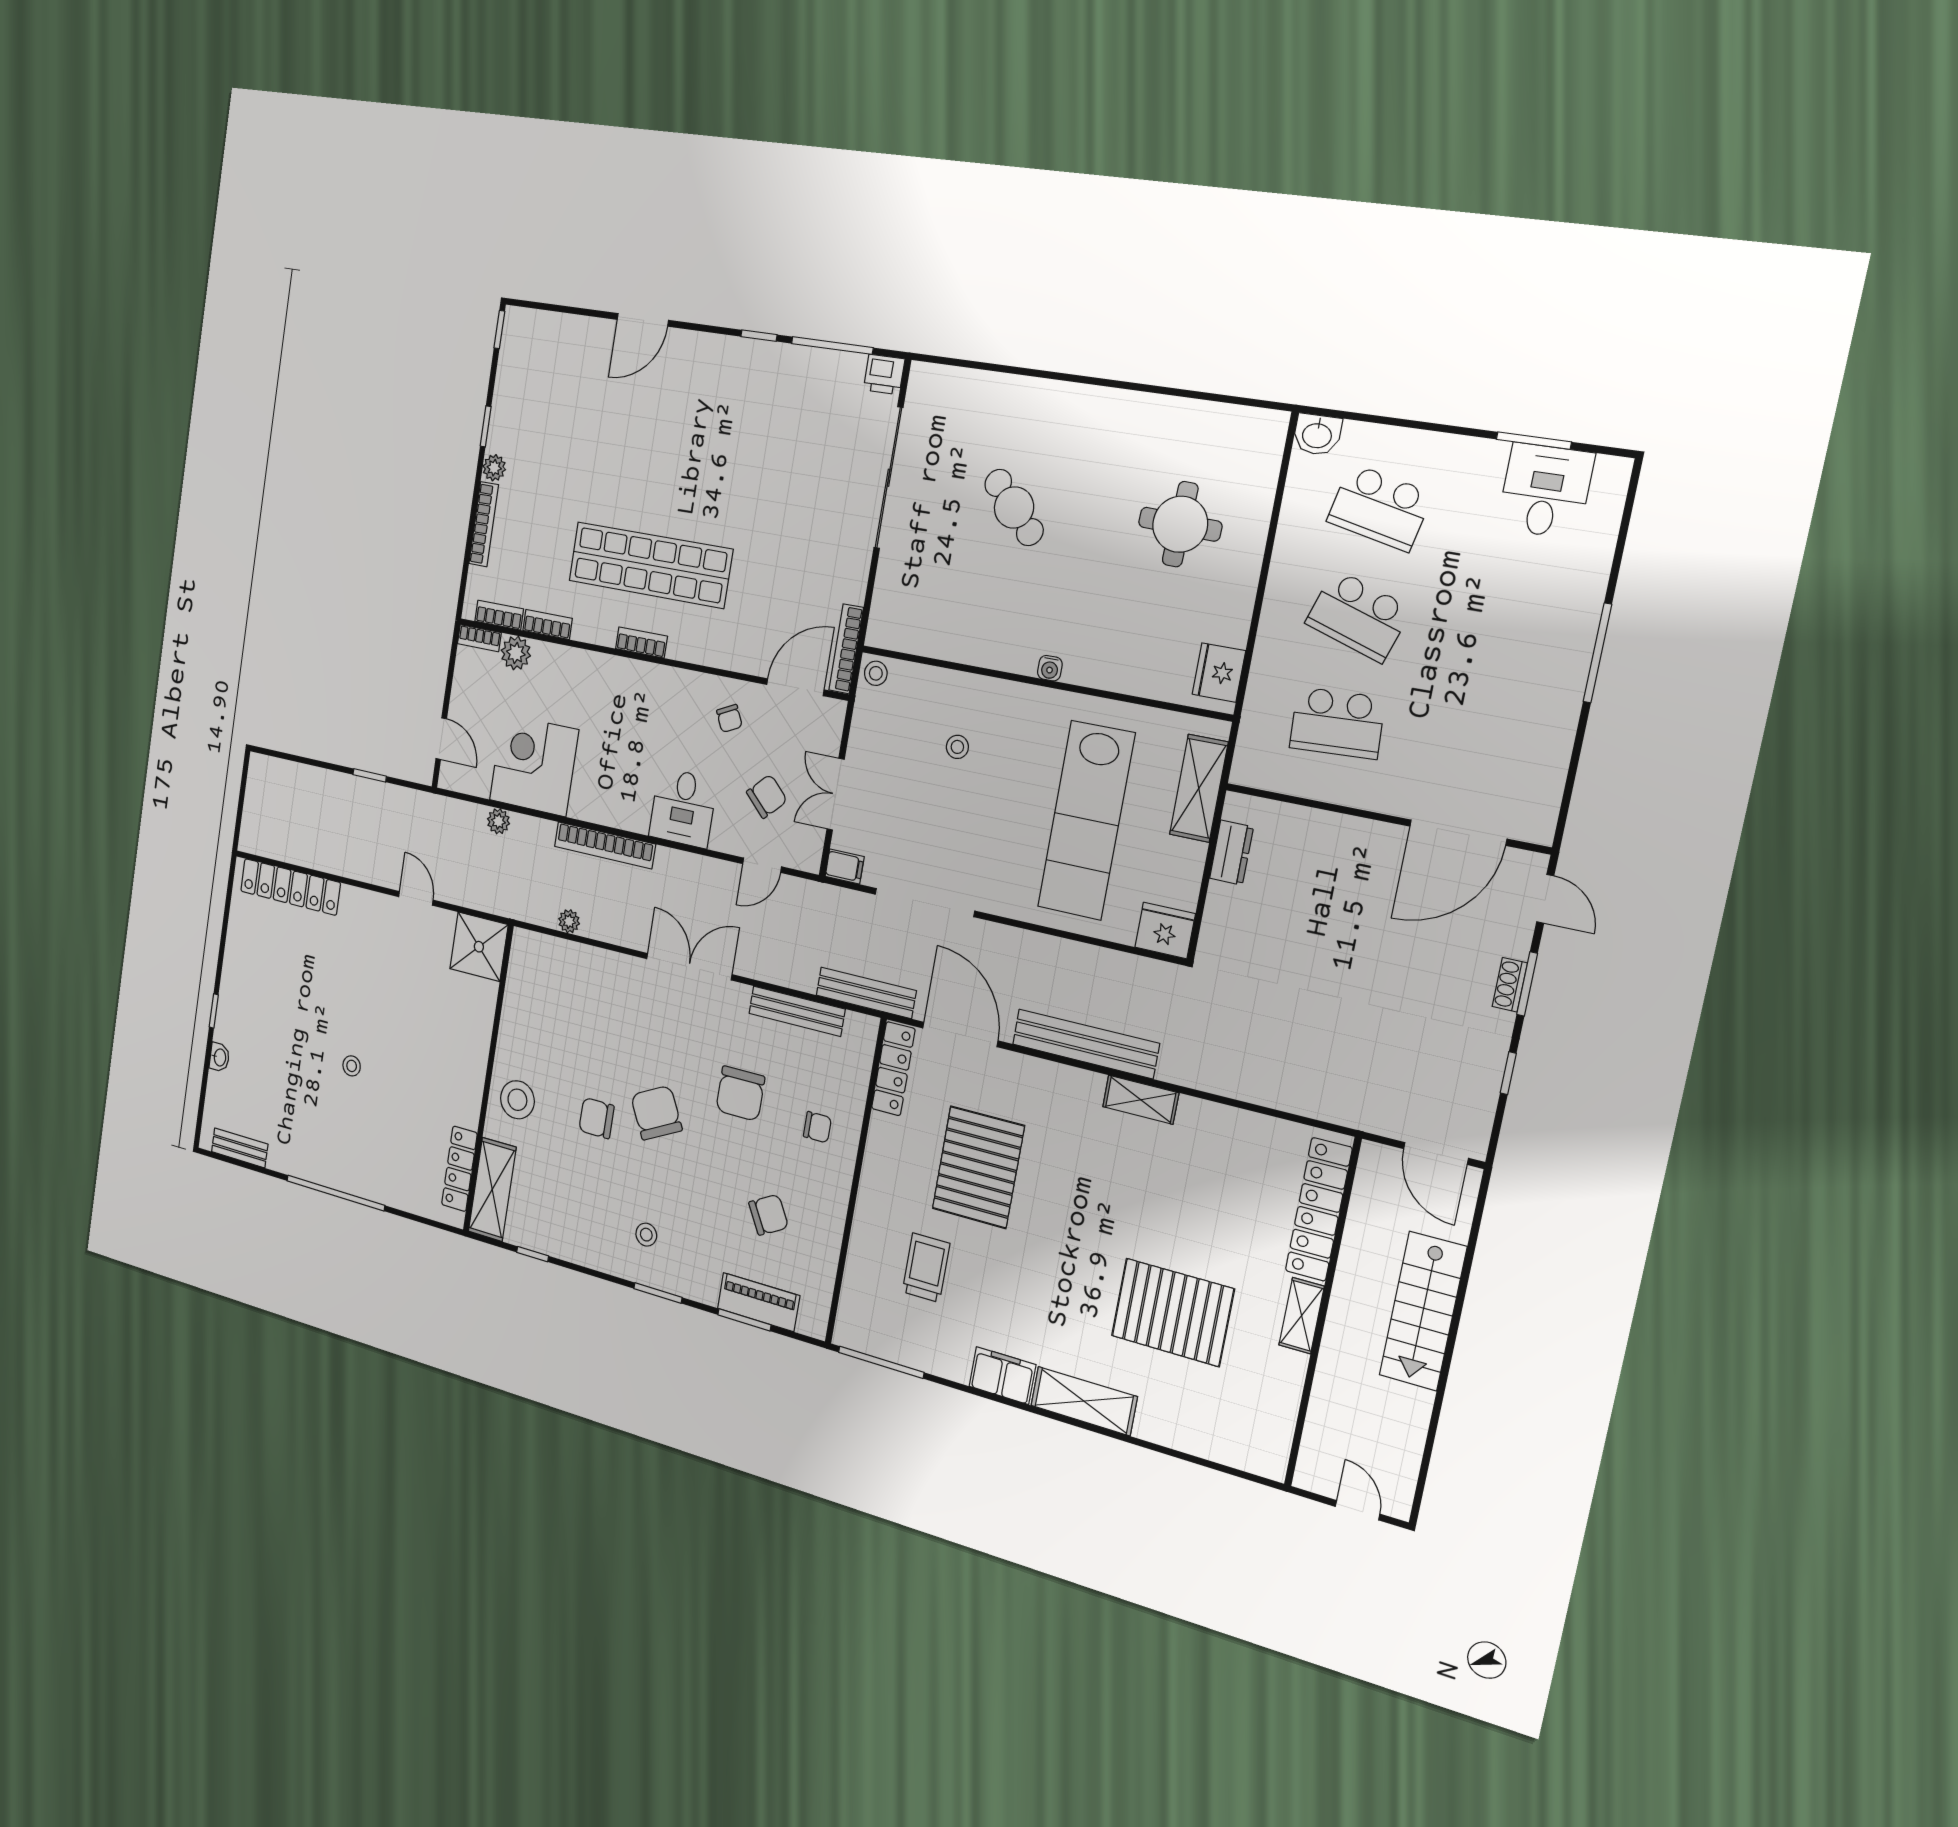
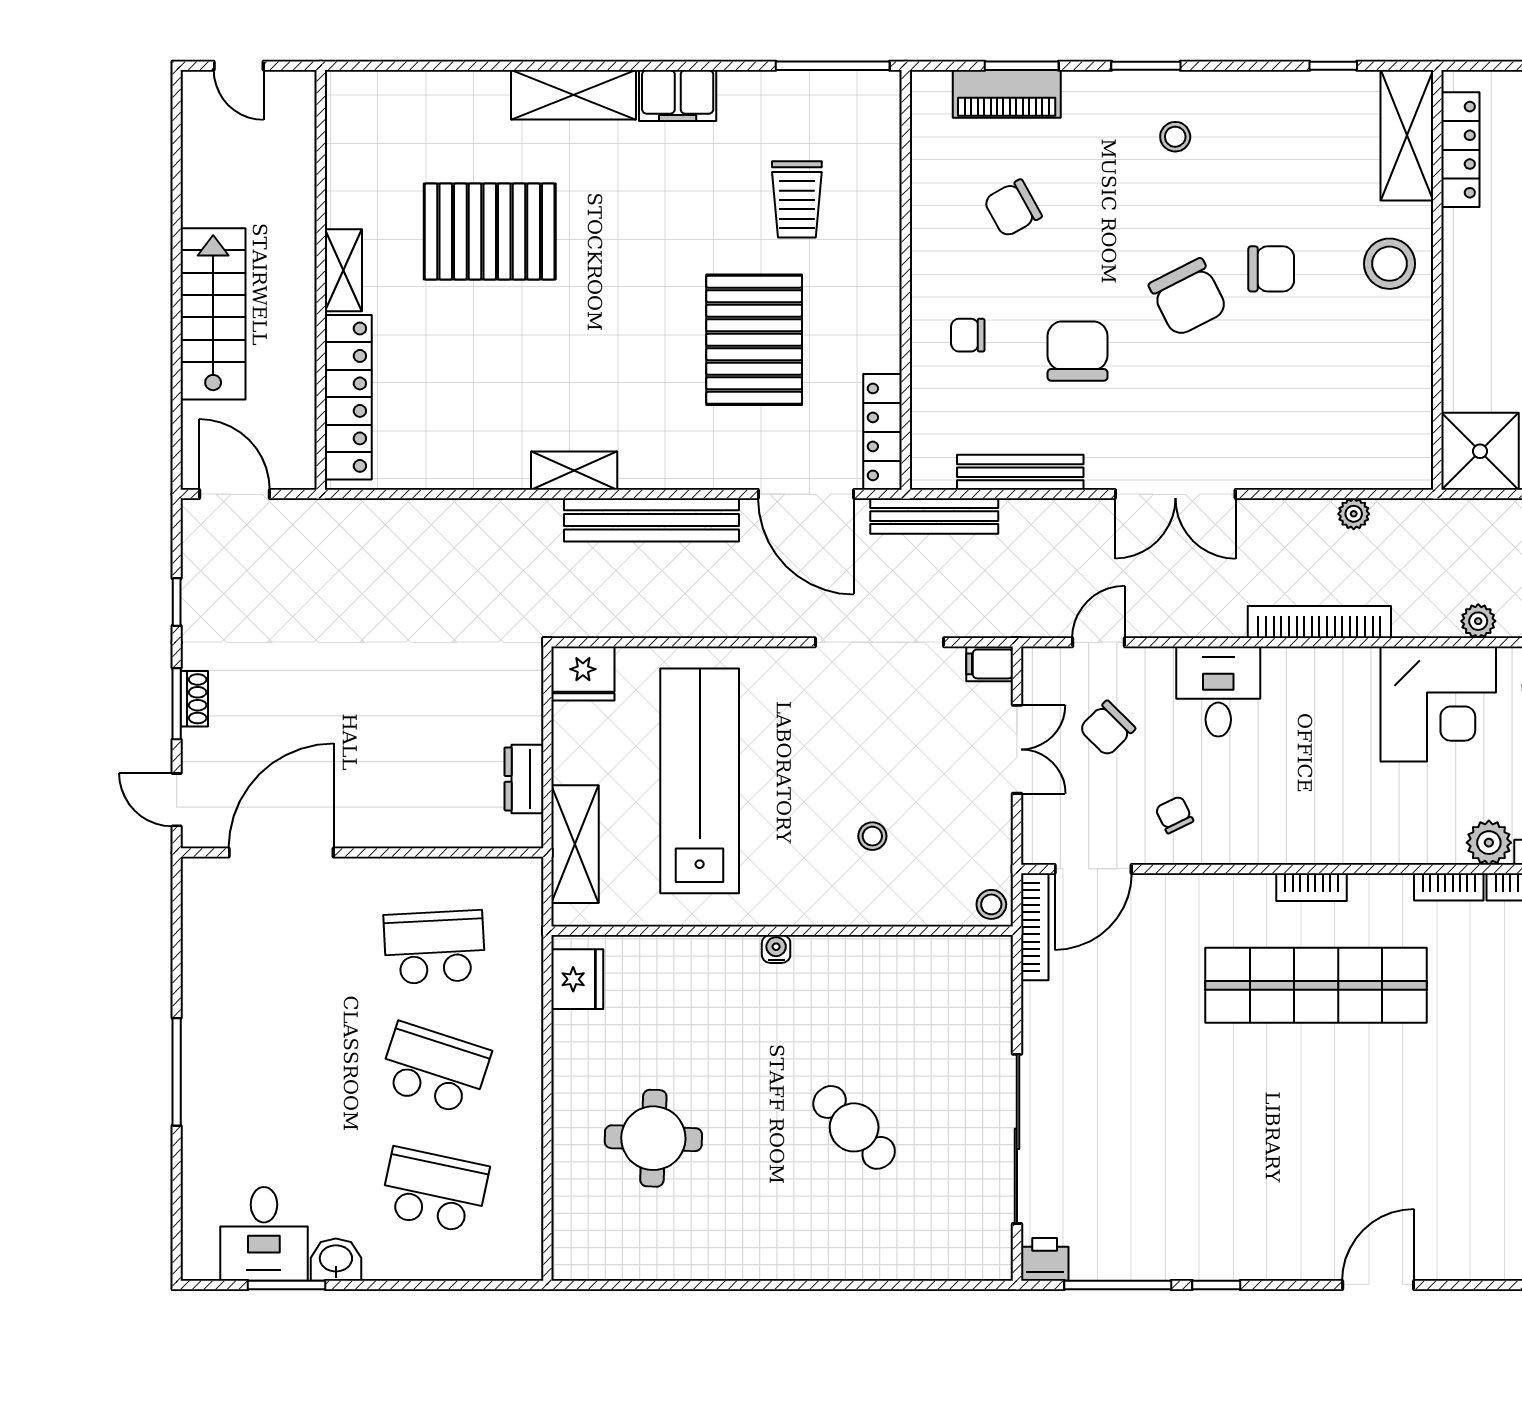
washbasin: (1317, 435) -> (336, 1260), moved

